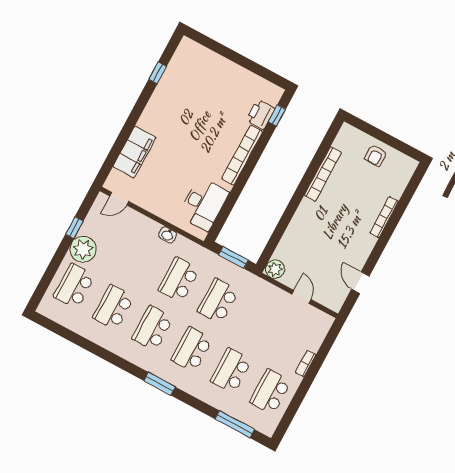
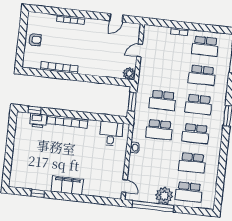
filing cabinet: (134, 152) -> (67, 185), moved
desk: (203, 204) -> (111, 134), width x0.73
window: (74, 228) -> (153, 206), width x3.17

